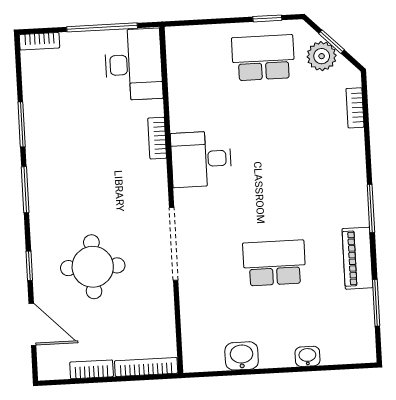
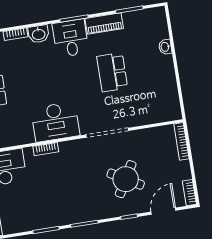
desk: (201, 159) -> (55, 122), width x1.37
desk: (339, 199) -> (71, 38), added
round table: (93, 267) -> (126, 179), turned 30
washbasin: (242, 356) -> (39, 34), moved, turned -90
bookcase: (92, 369) -> (189, 193), moved

